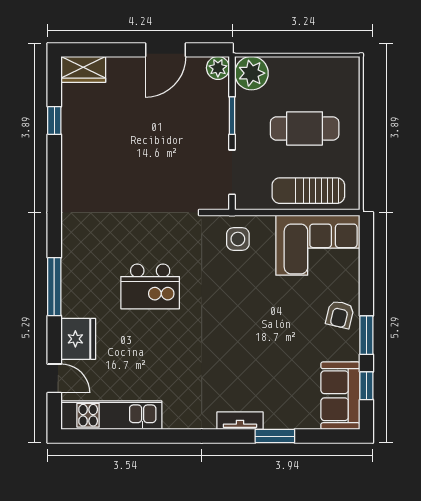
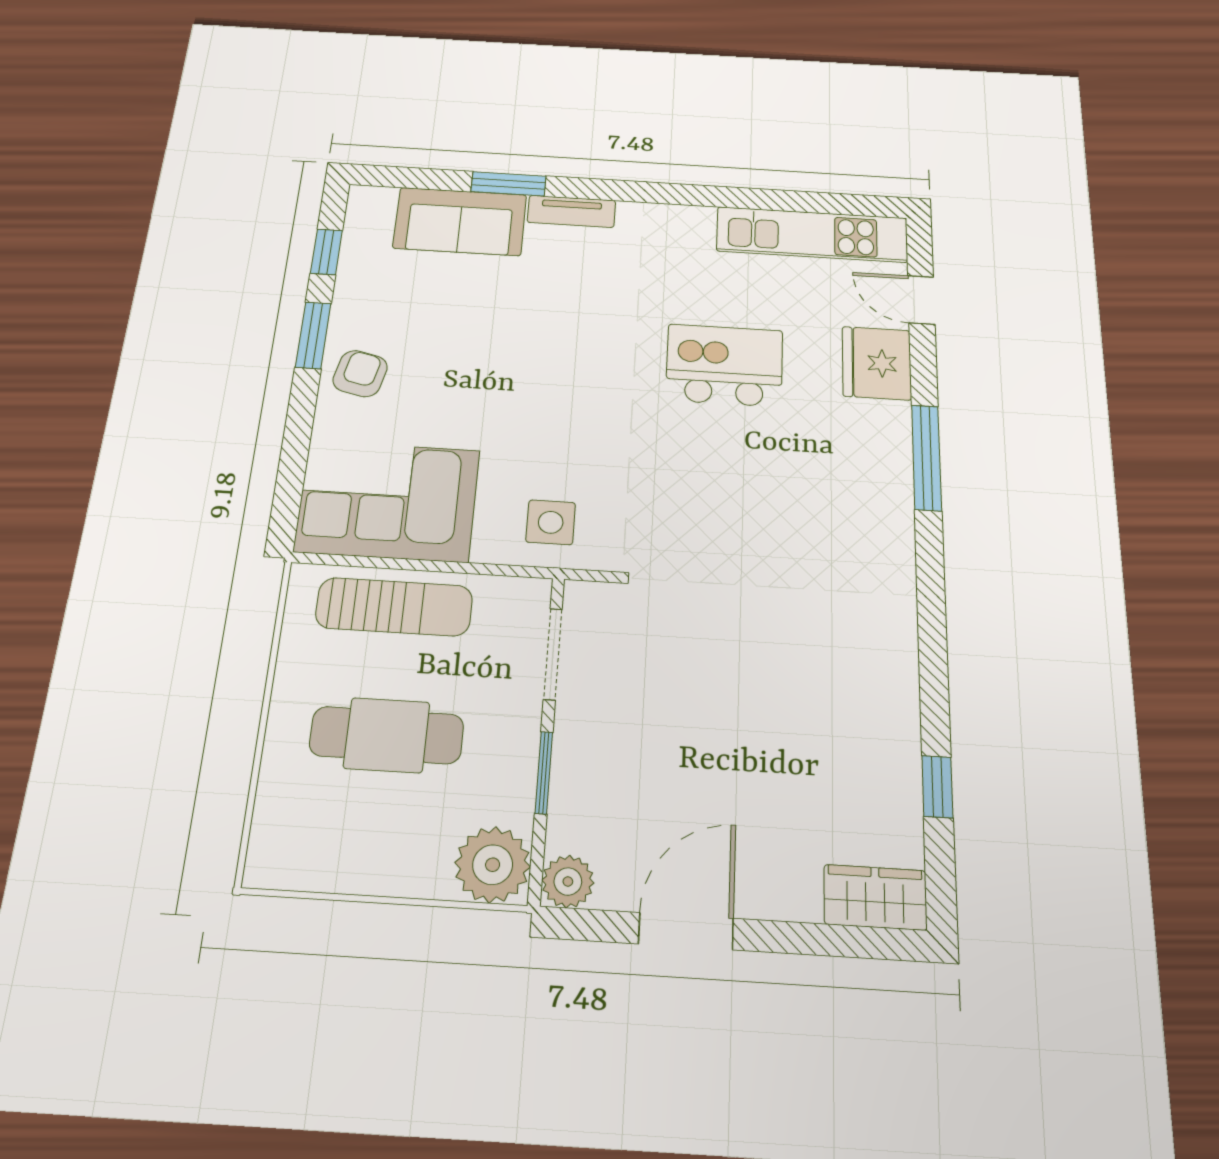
kitchen island: (150, 286) -> (724, 365), moved
sofa: (340, 396) -> (460, 221), moved, turned 90

